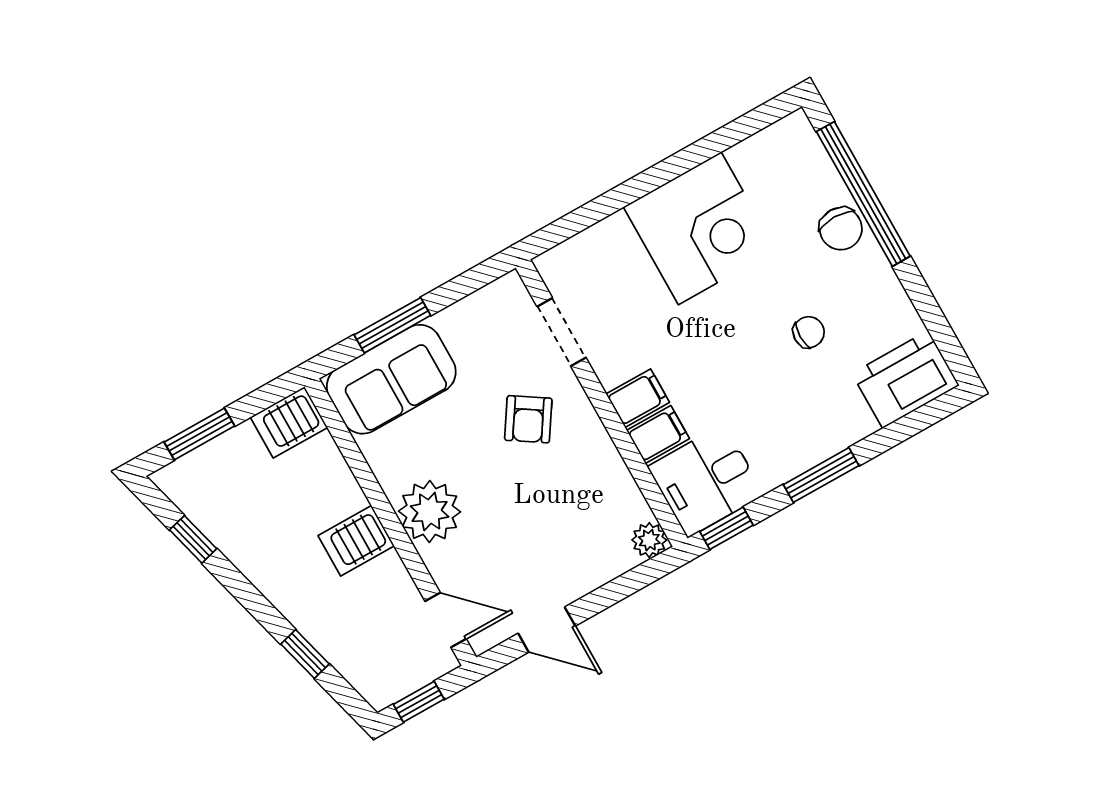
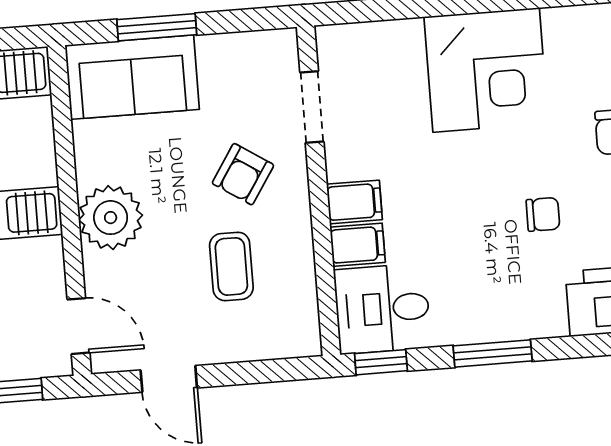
coffee table: (556, 505) -> (231, 266), added
plant: (649, 540) -> (304, 340), removed

